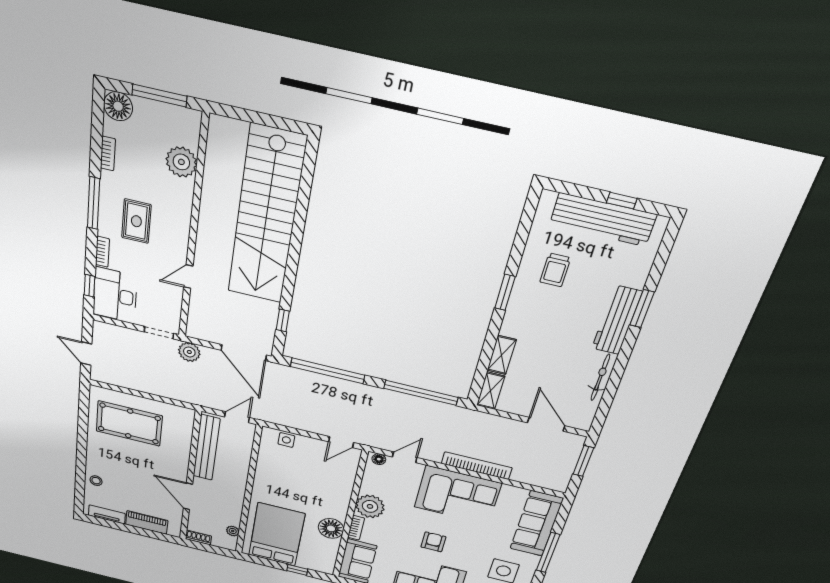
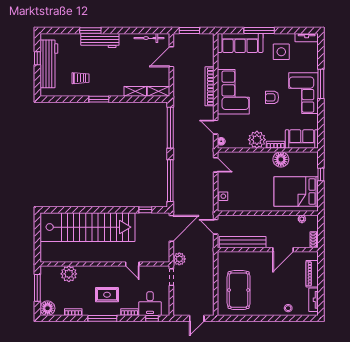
desk: (115, 295) -> (150, 304), width x0.73
bicycle: (600, 377) -> (149, 38), moved

